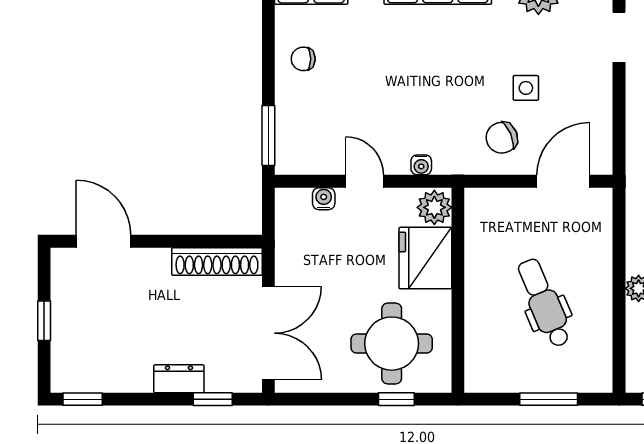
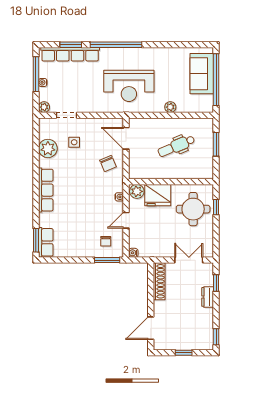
chair: (303, 59) -> (106, 241), moved
side table: (526, 88) -> (74, 142), moved
water cooler: (324, 199) -> (133, 253), moved
double door: (268, 333) -> (189, 260), width x0.73

